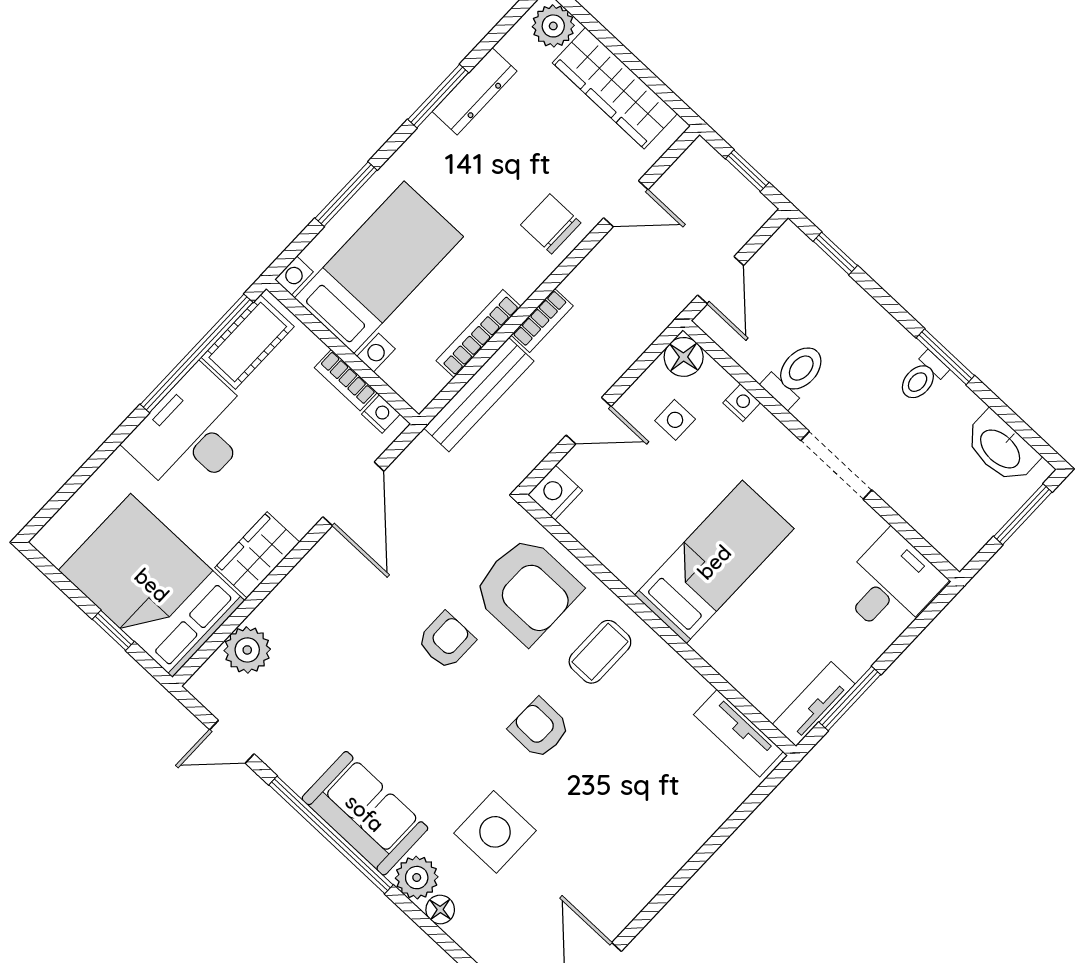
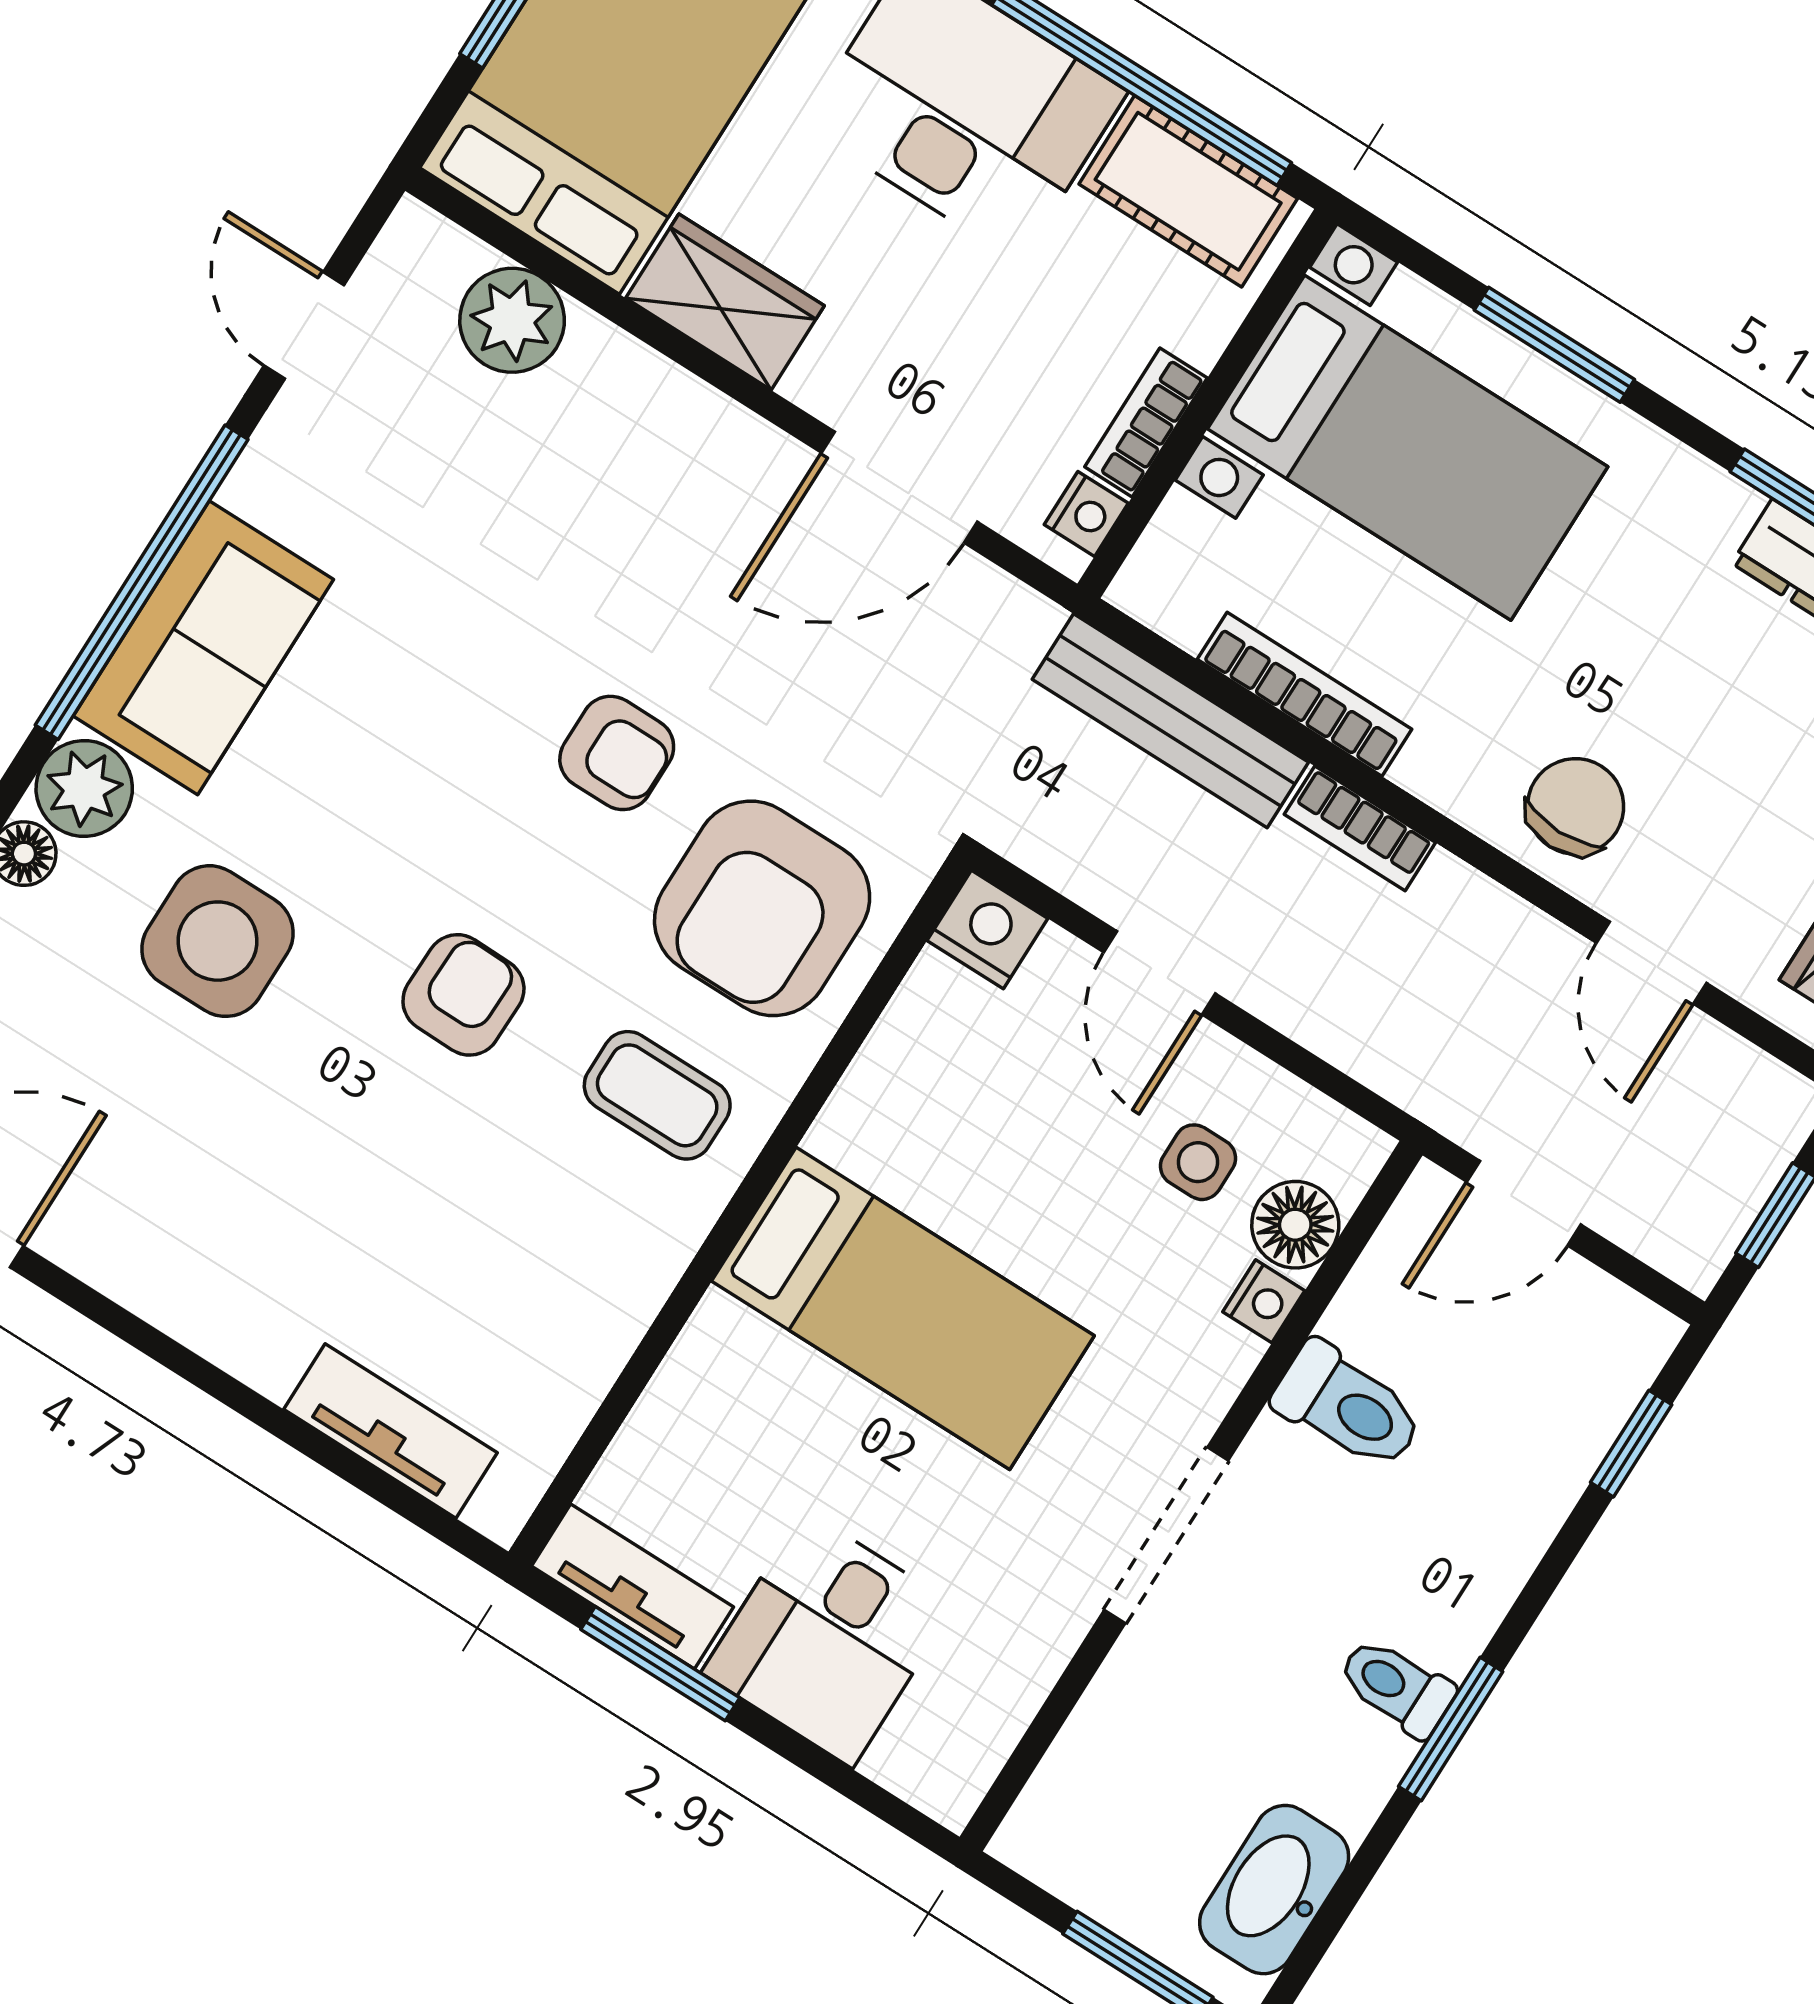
floor lamp: (684, 357) -> (1295, 1225), moved
desk: (891, 584) -> (828, 1639), moved, turned 90
tv unit: (738, 733) -> (390, 1431), moved, turned 90

